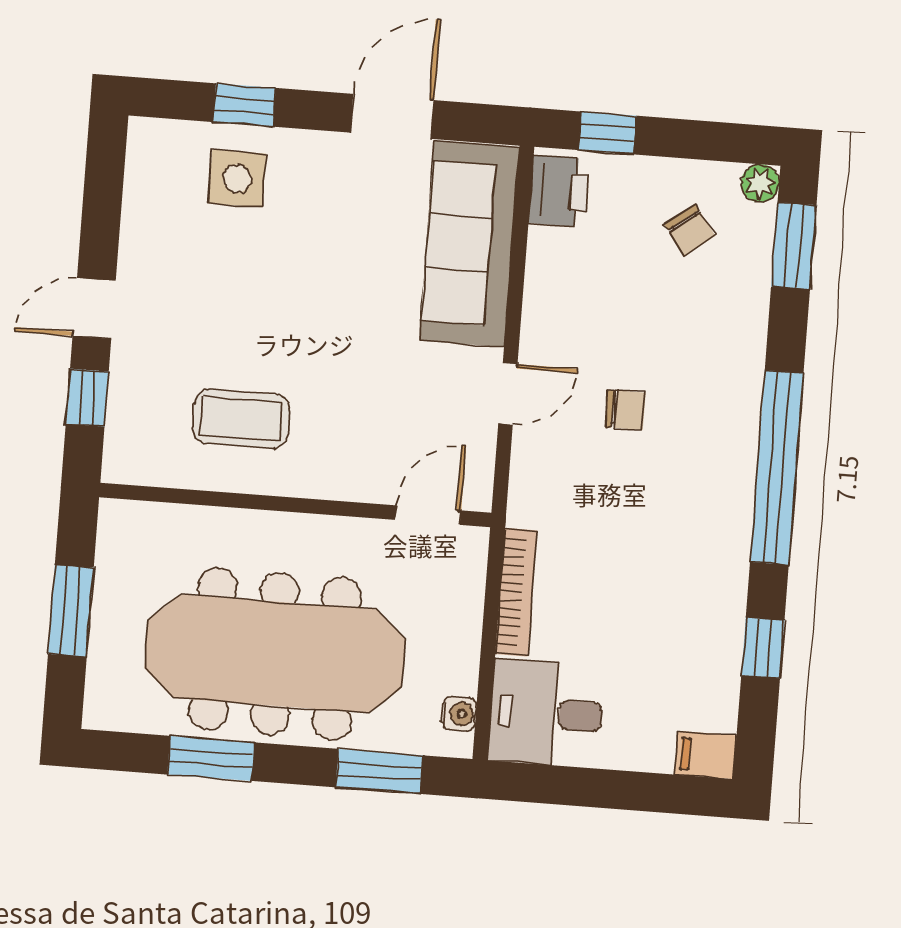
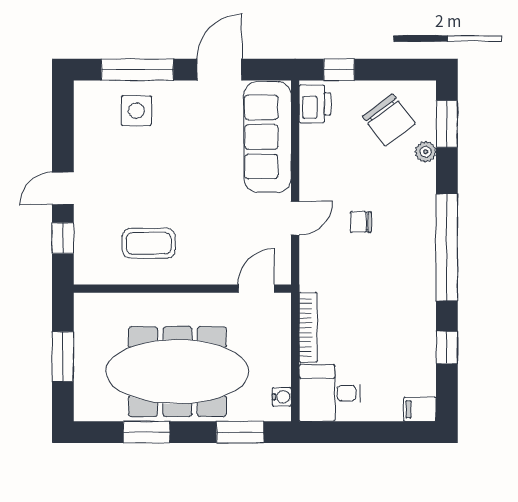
window: (244, 105) -> (137, 70), width x2.17
plant: (760, 183) -> (426, 152), moved
chair: (690, 230) -> (389, 120), width x1.87, depth x1.87
chair: (625, 410) -> (361, 222), turned 180

